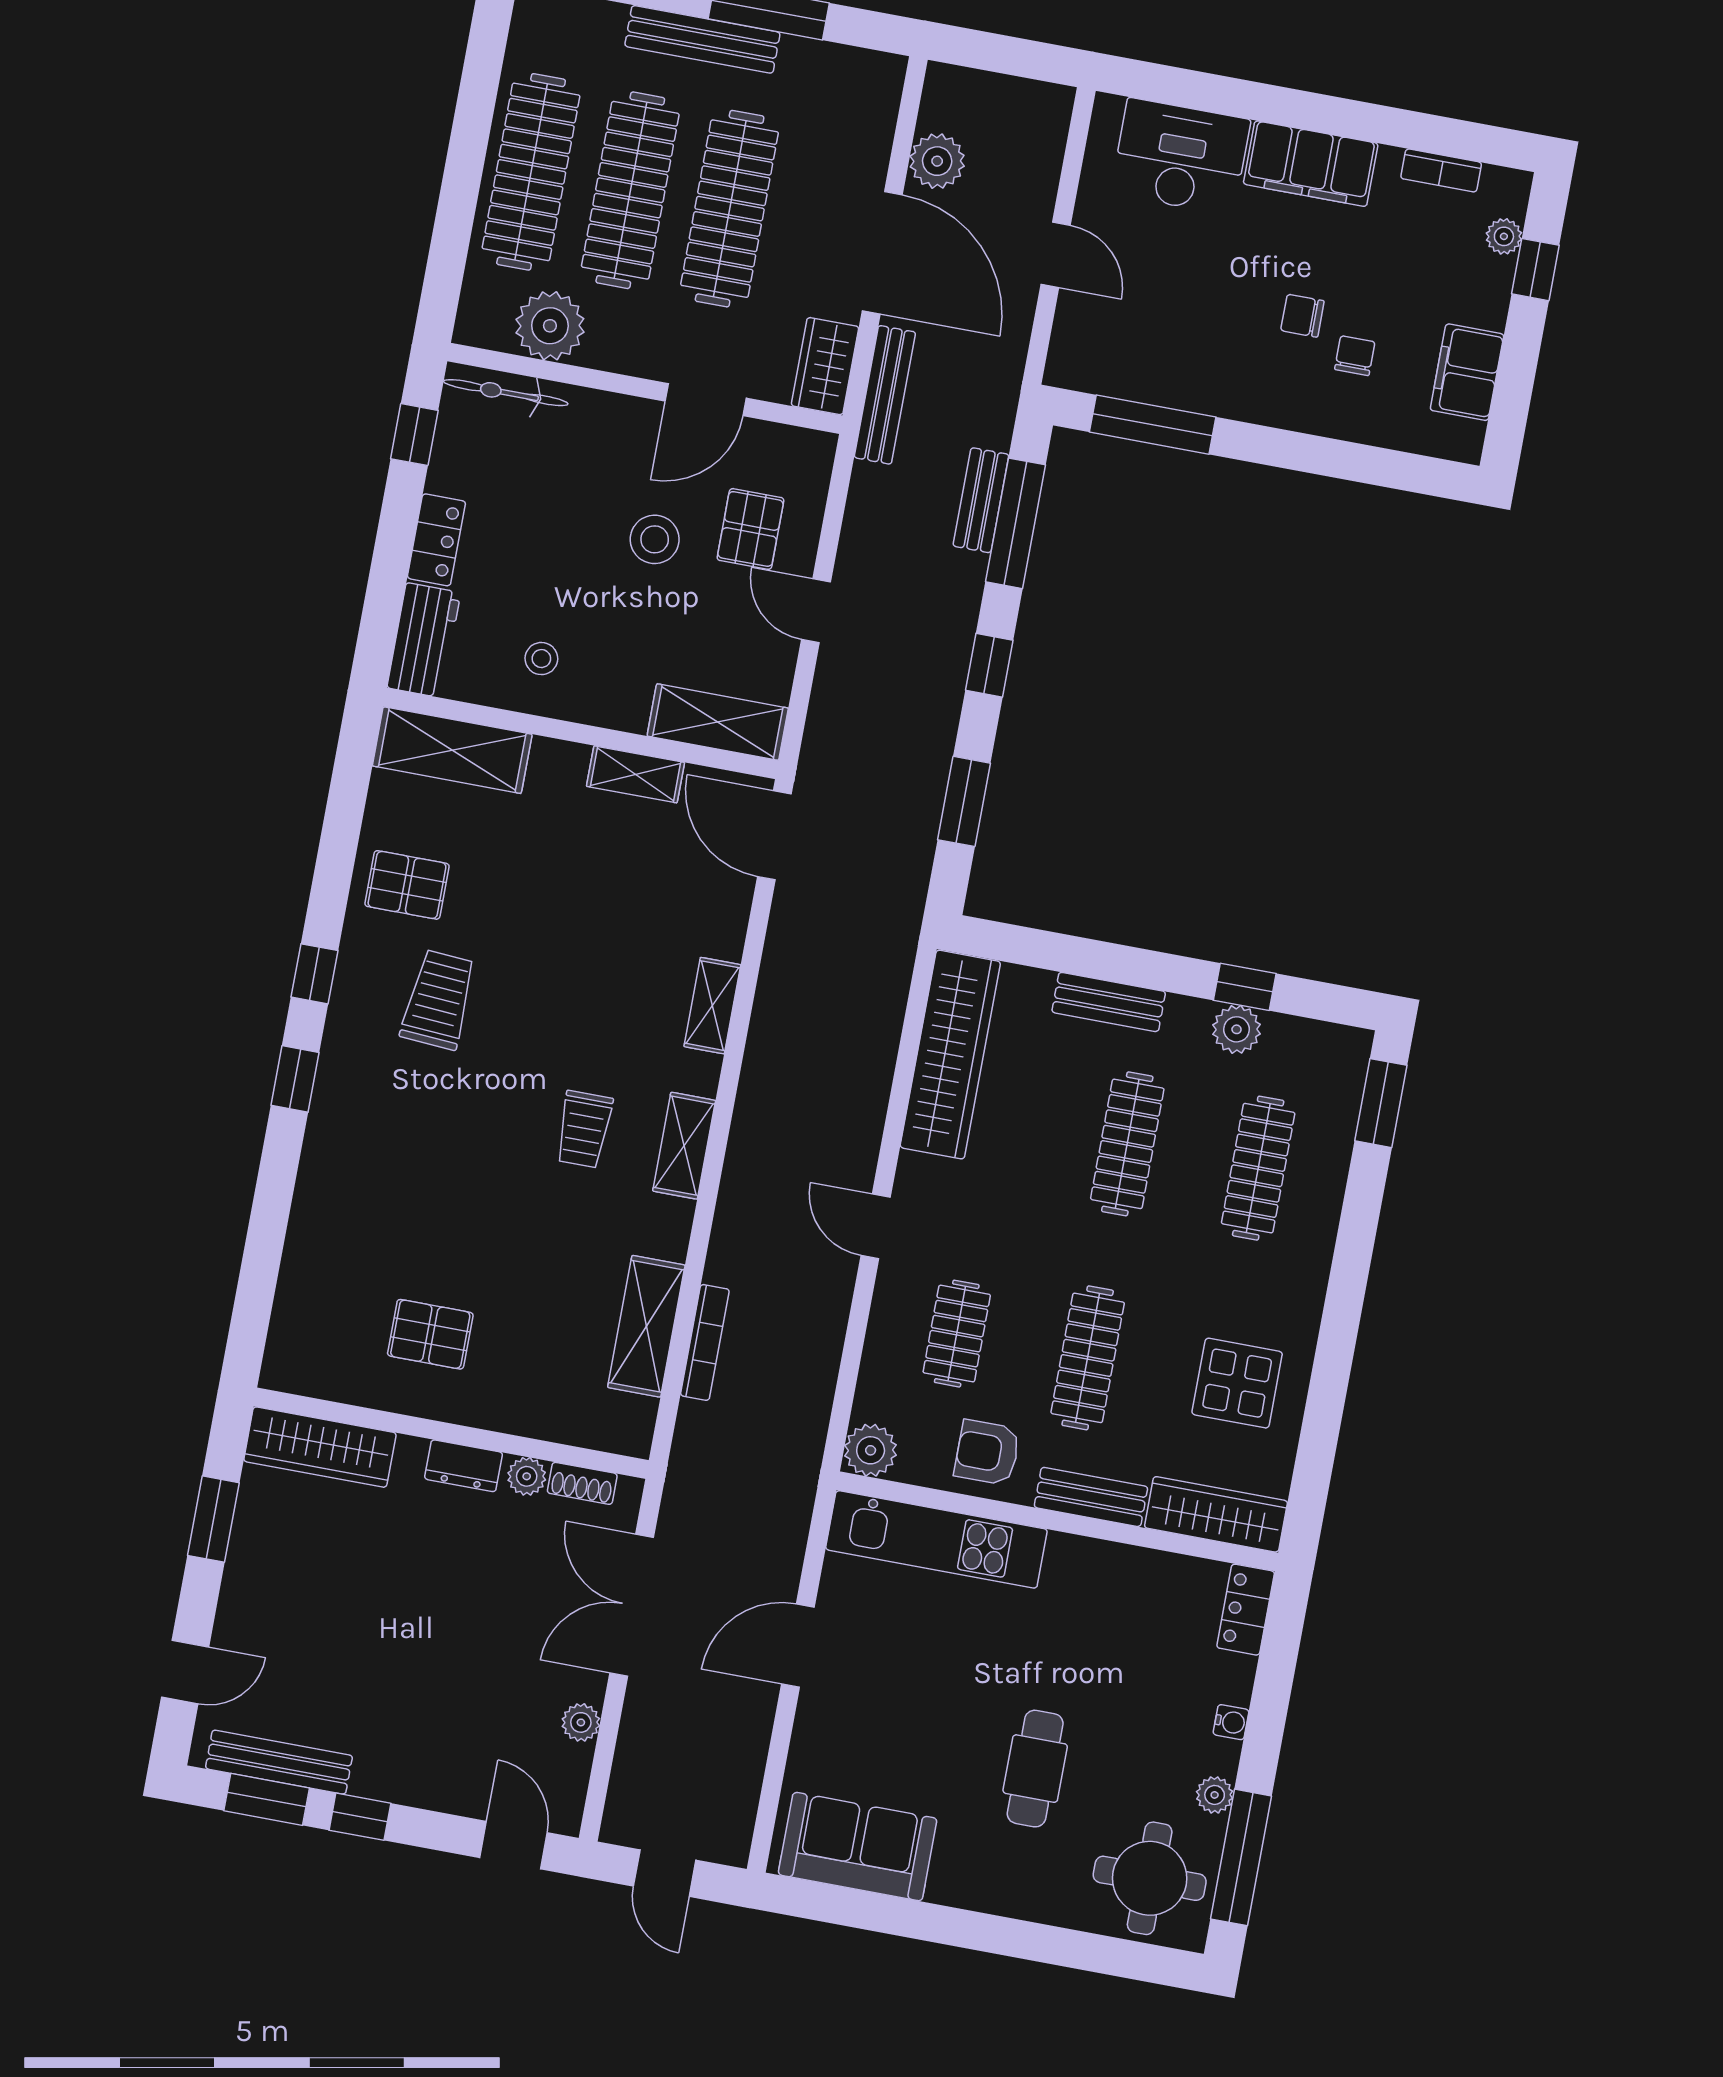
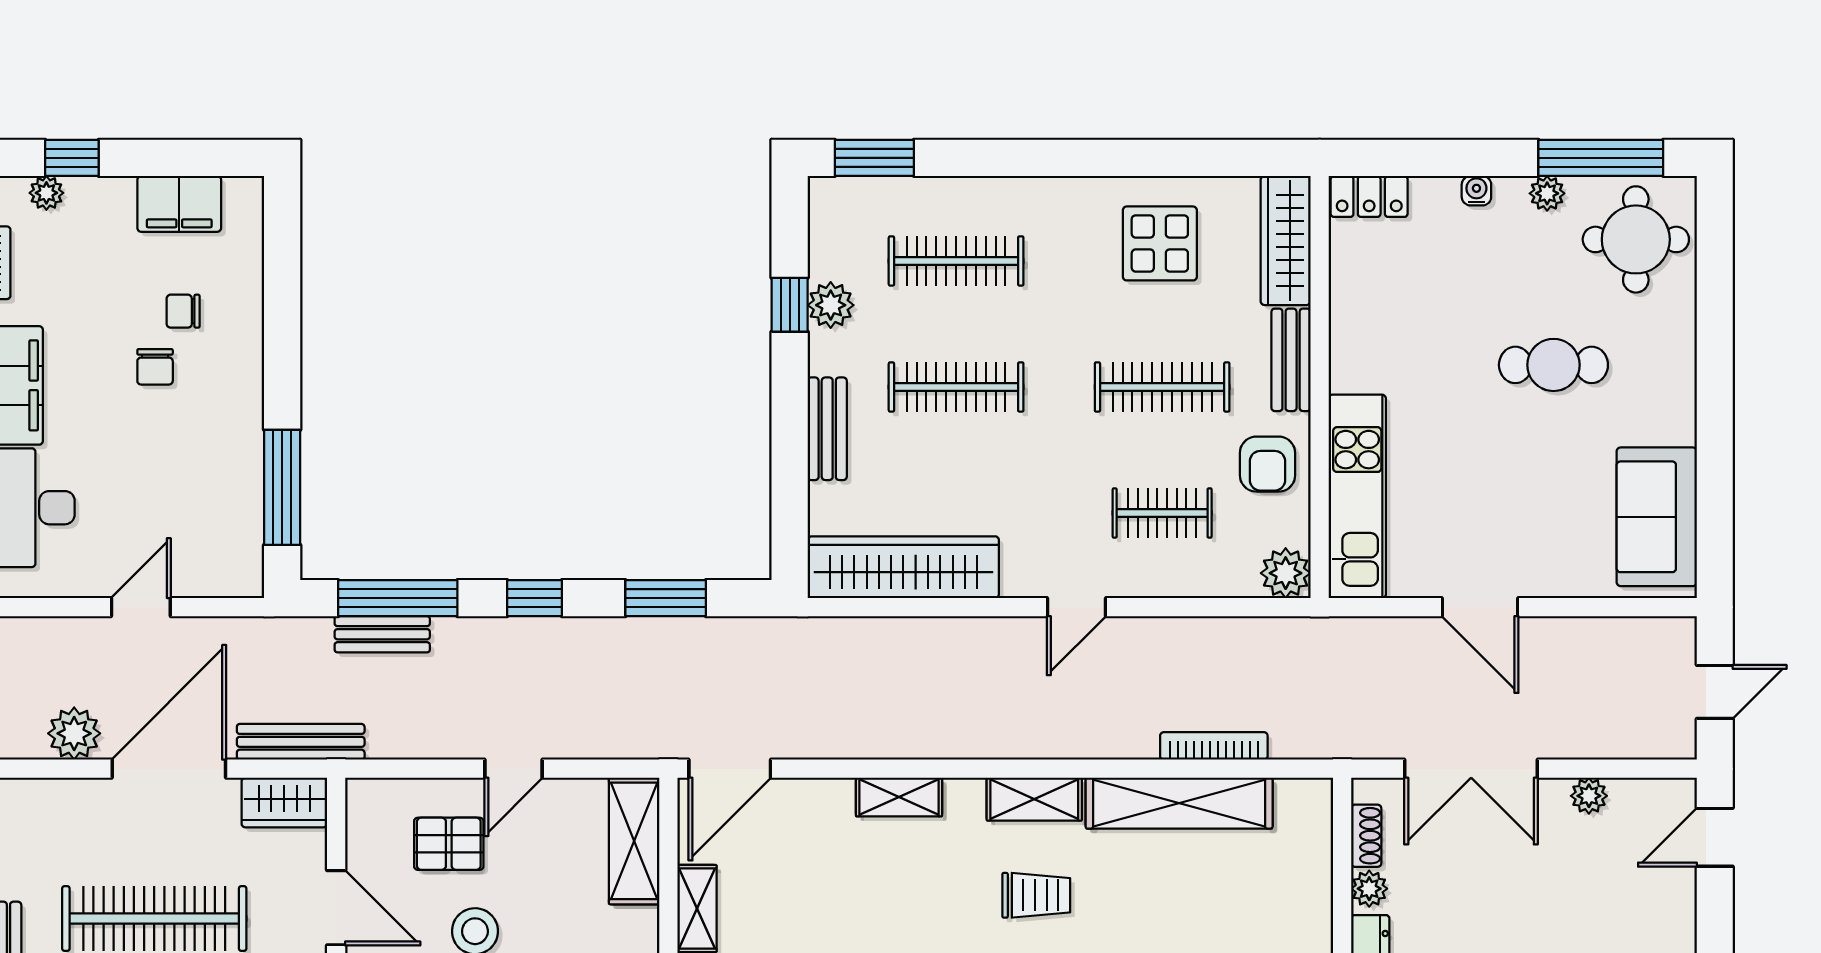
shelving: (646, 1326) -> (1179, 803), width x1.47

